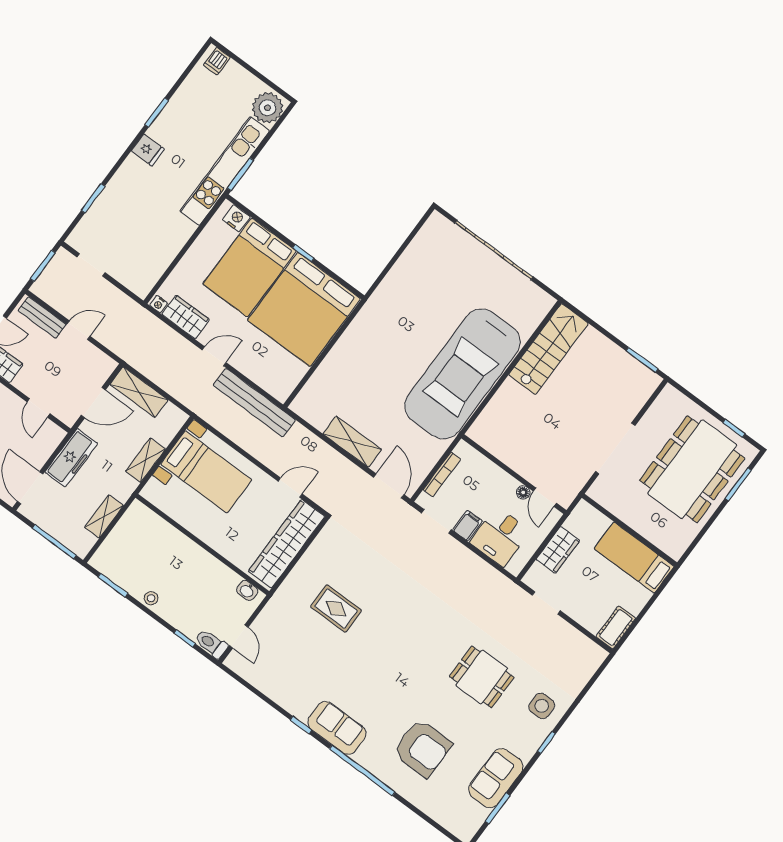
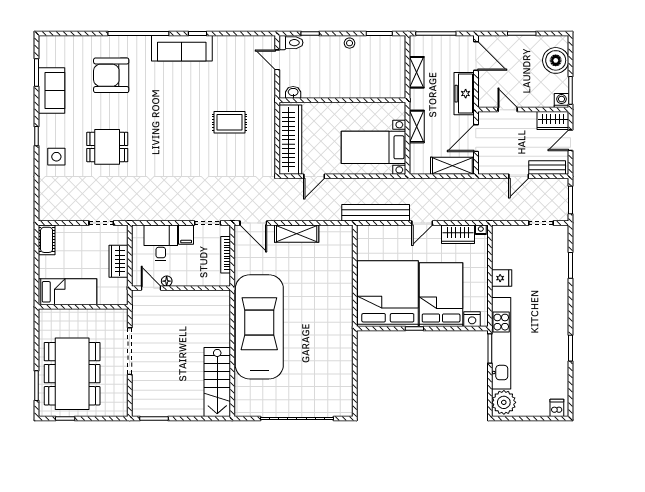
fridge: (148, 150) -> (502, 278), moved, turned 180
sofa: (337, 728) -> (182, 48), width x1.36

